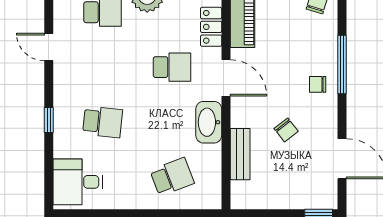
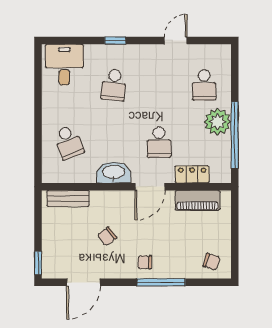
chair: (318, 84) -> (145, 262), turned -89
bench: (240, 154) -> (68, 198), moved

